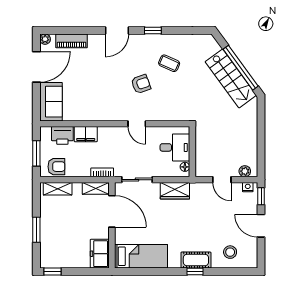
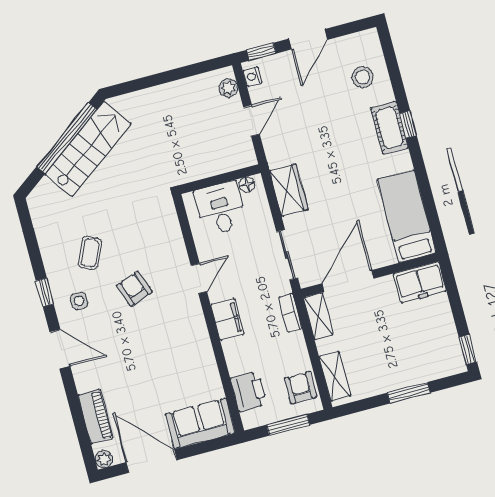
side table: (142, 49) -> (79, 301), added
filing cabinet: (86, 134) -> (227, 319), moved

